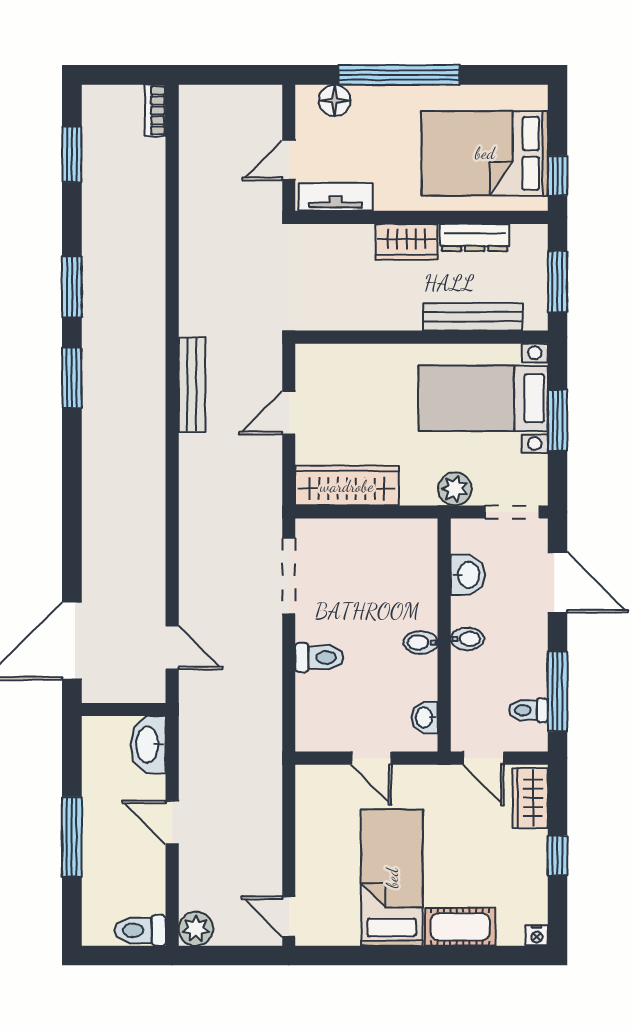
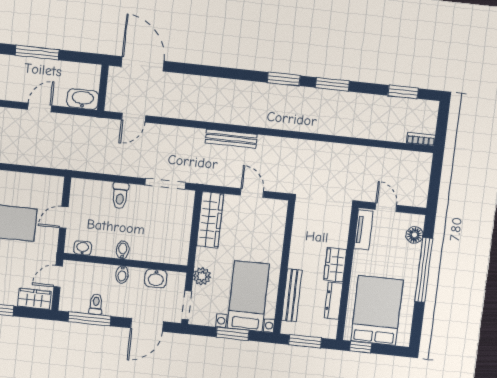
bench: (192, 385) -> (231, 139), moved
toilet: (528, 710) -> (96, 304), moved

